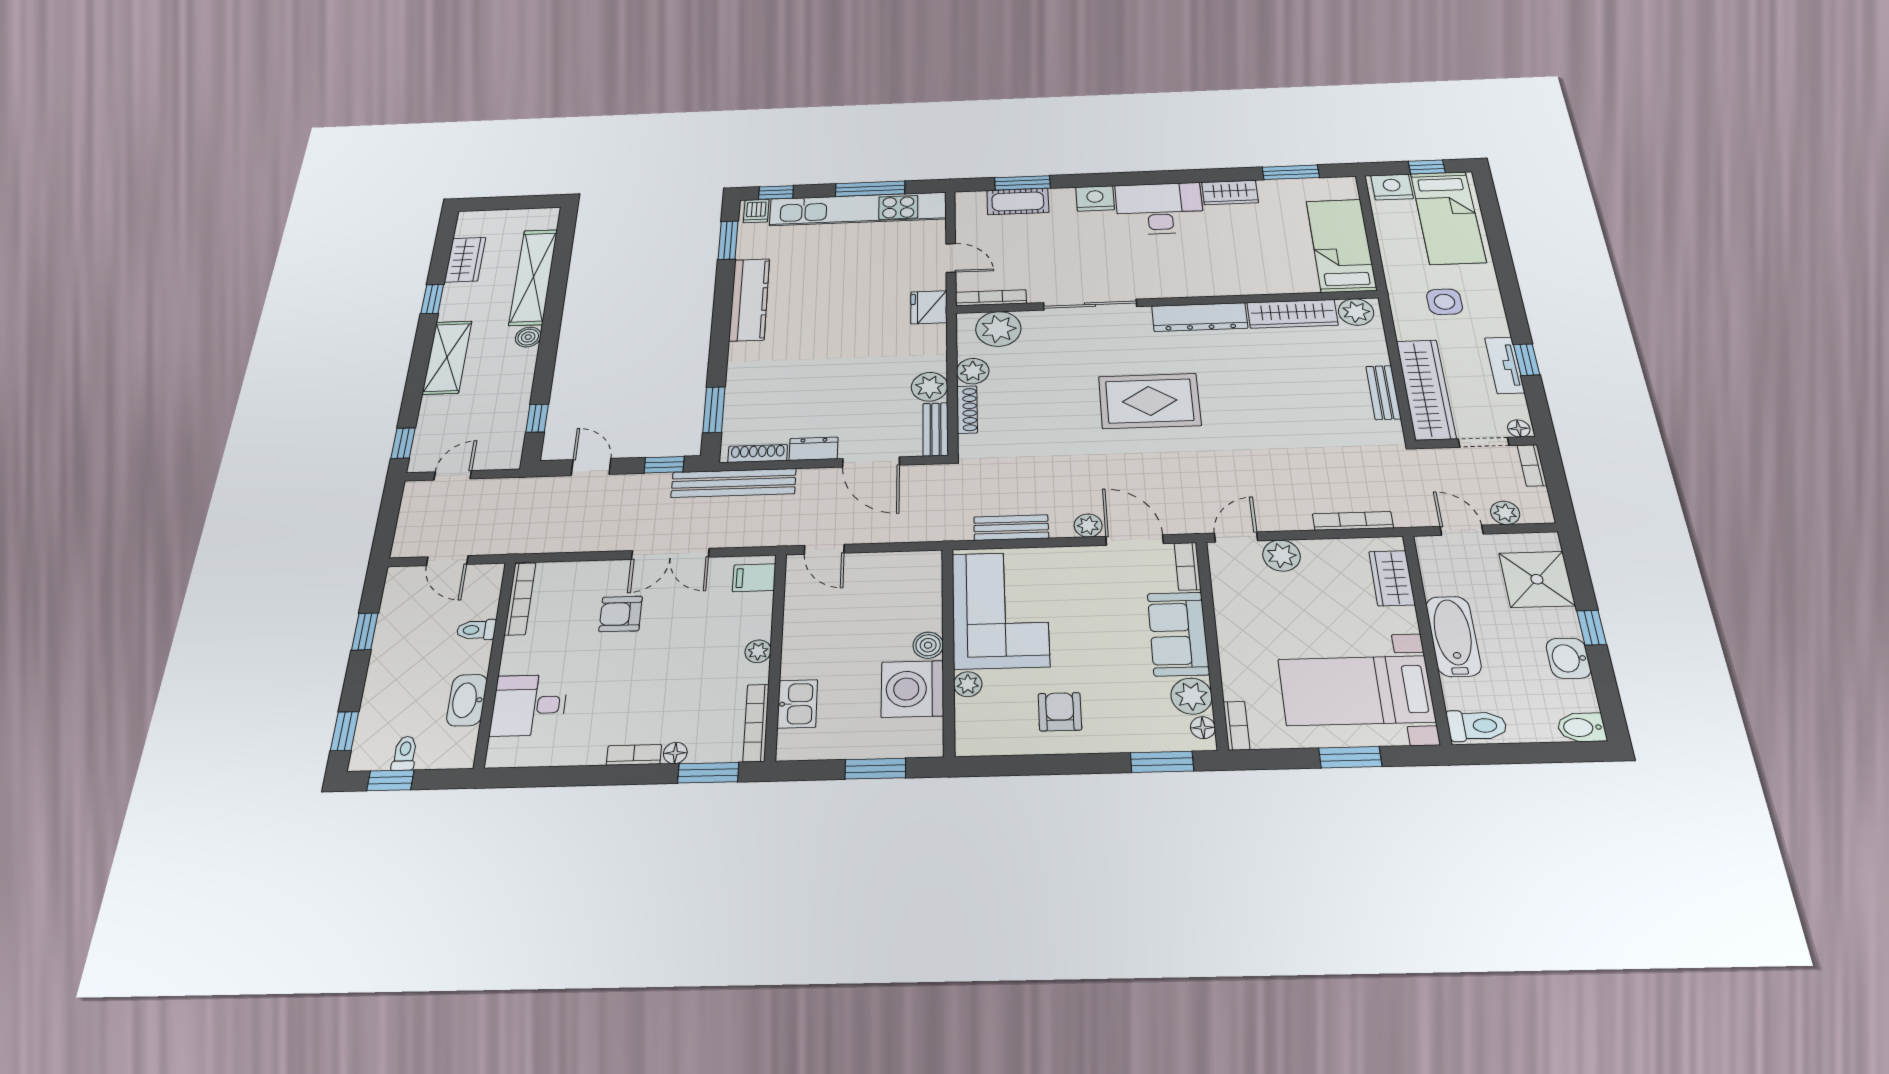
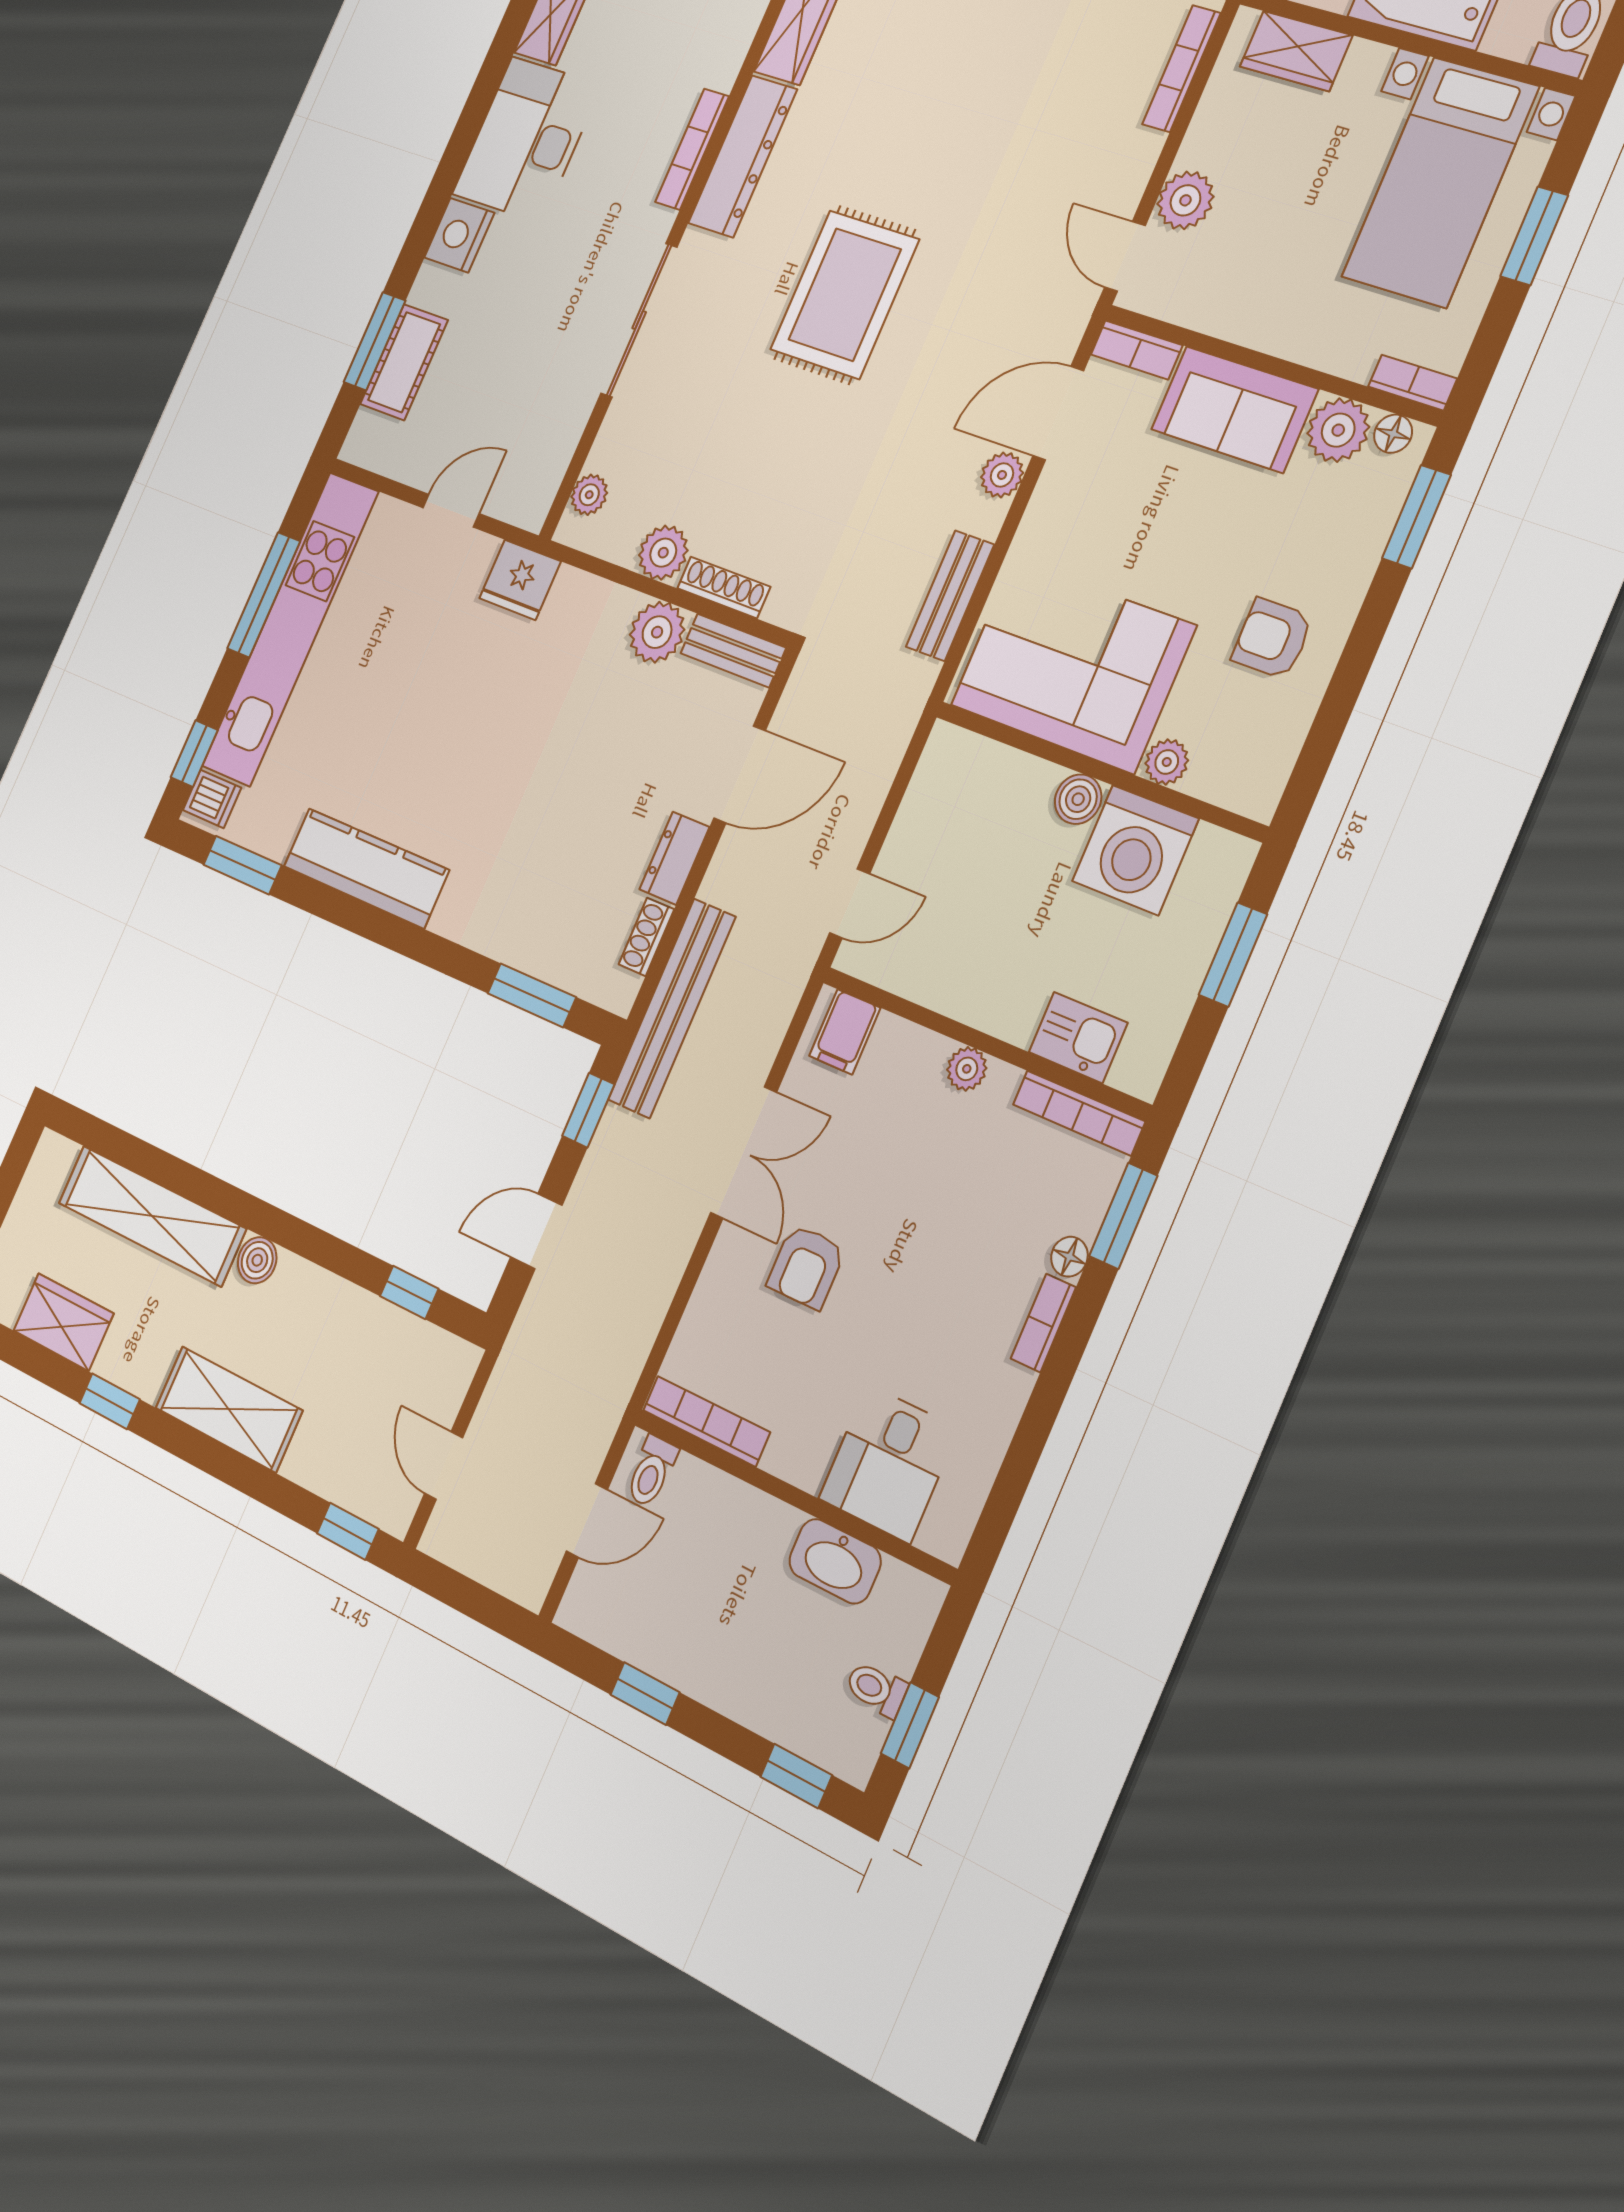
bookcase: (991, 298) -> (692, 149), moved
plant: (998, 329) -> (589, 495), width x0.53, depth x0.53
shoe rack: (758, 453) -> (646, 937), width x0.70
toilet: (476, 630) -> (652, 1471), moved

